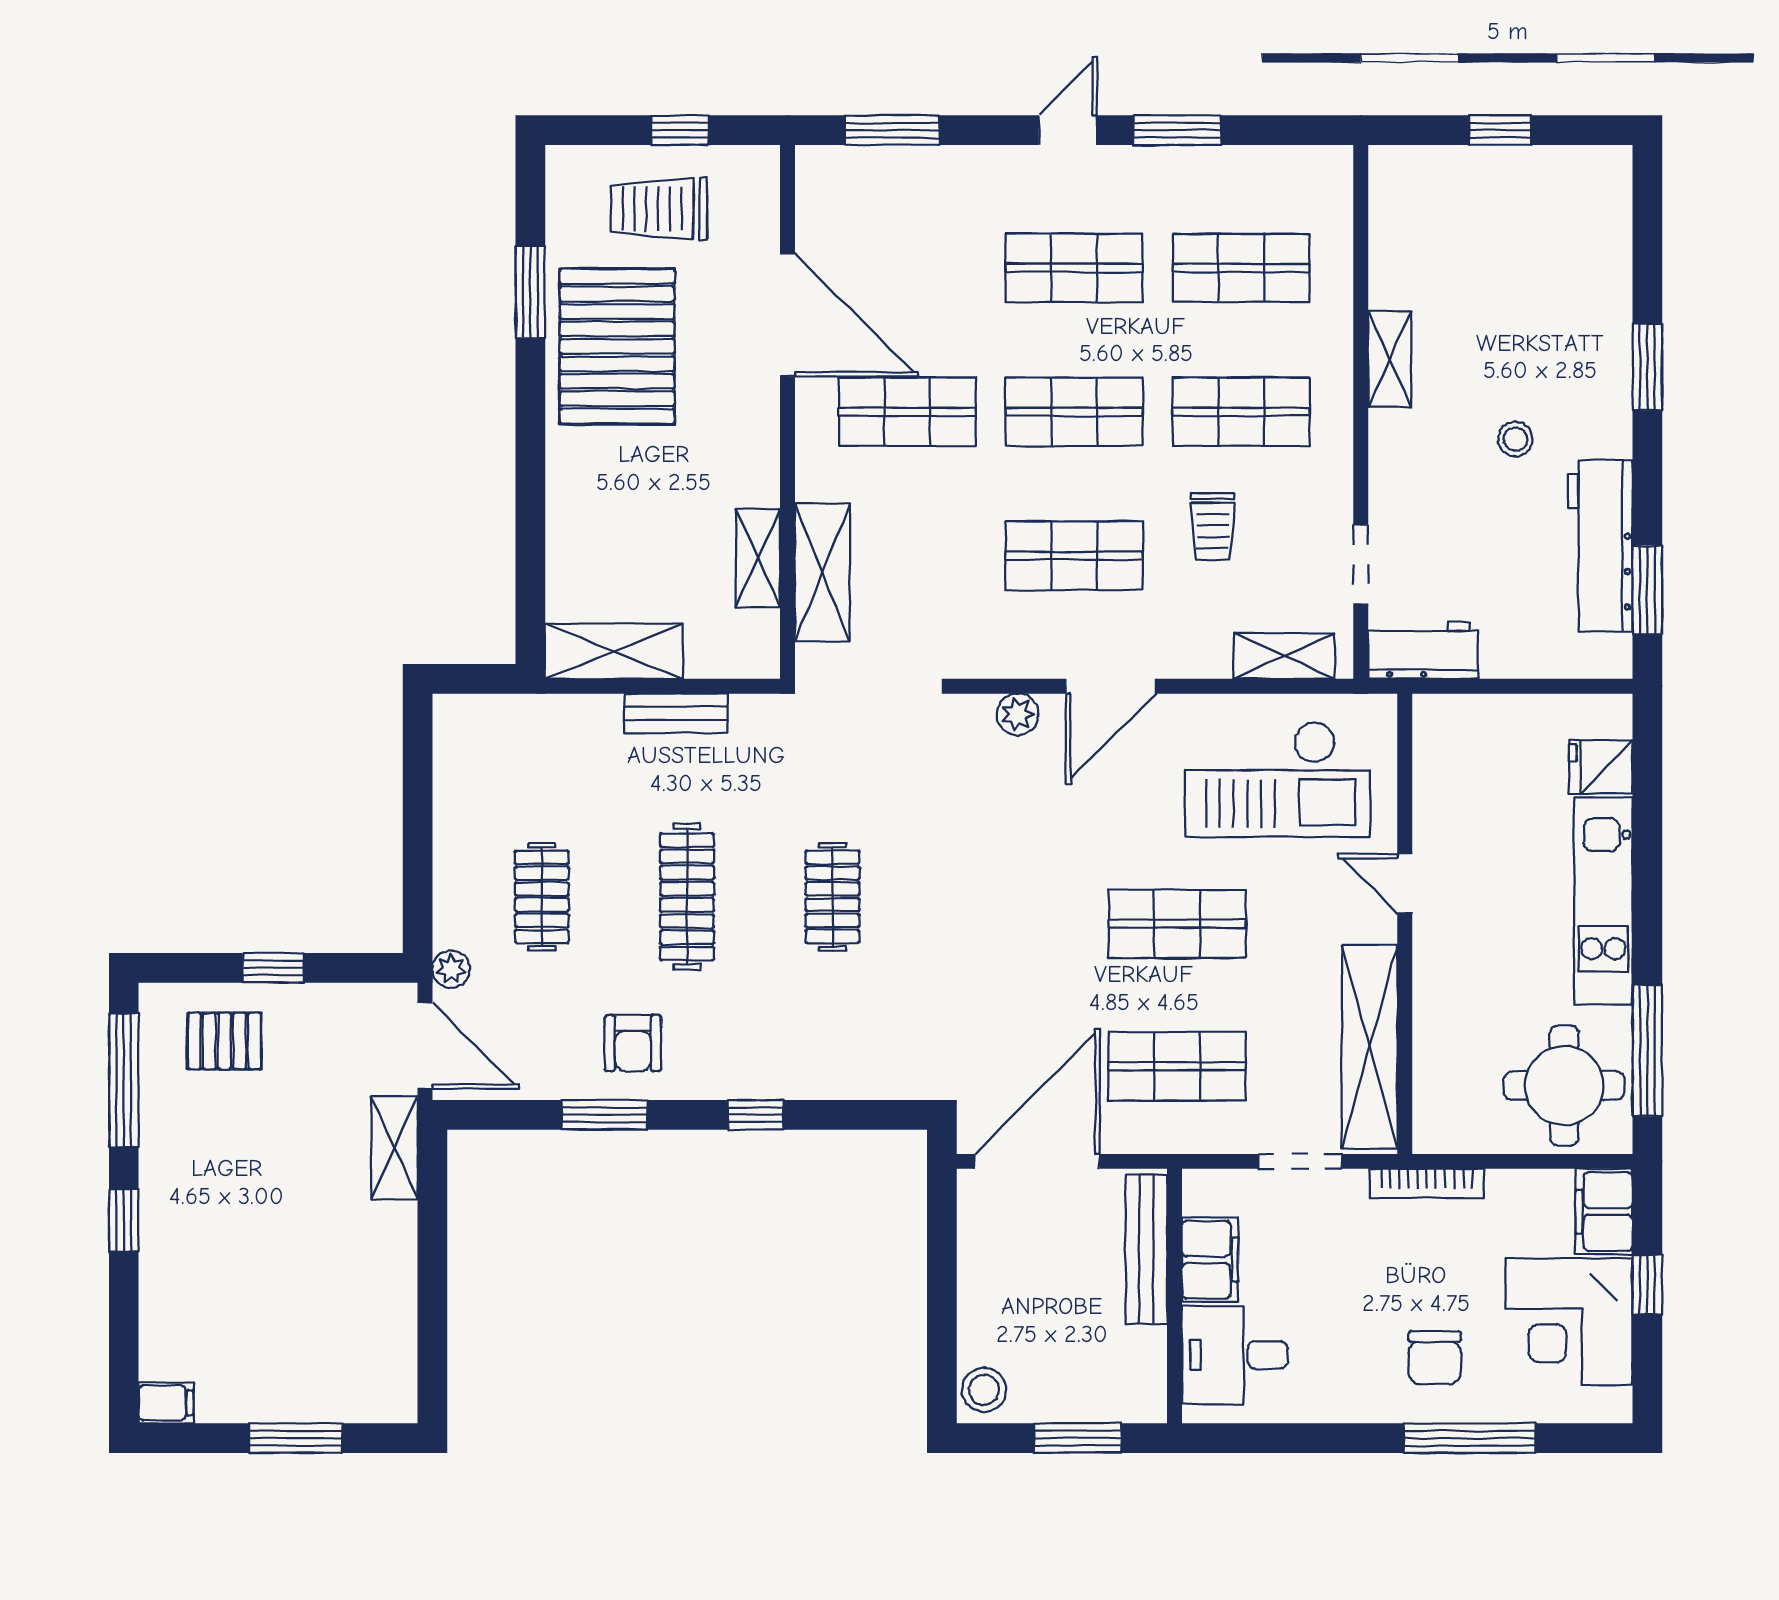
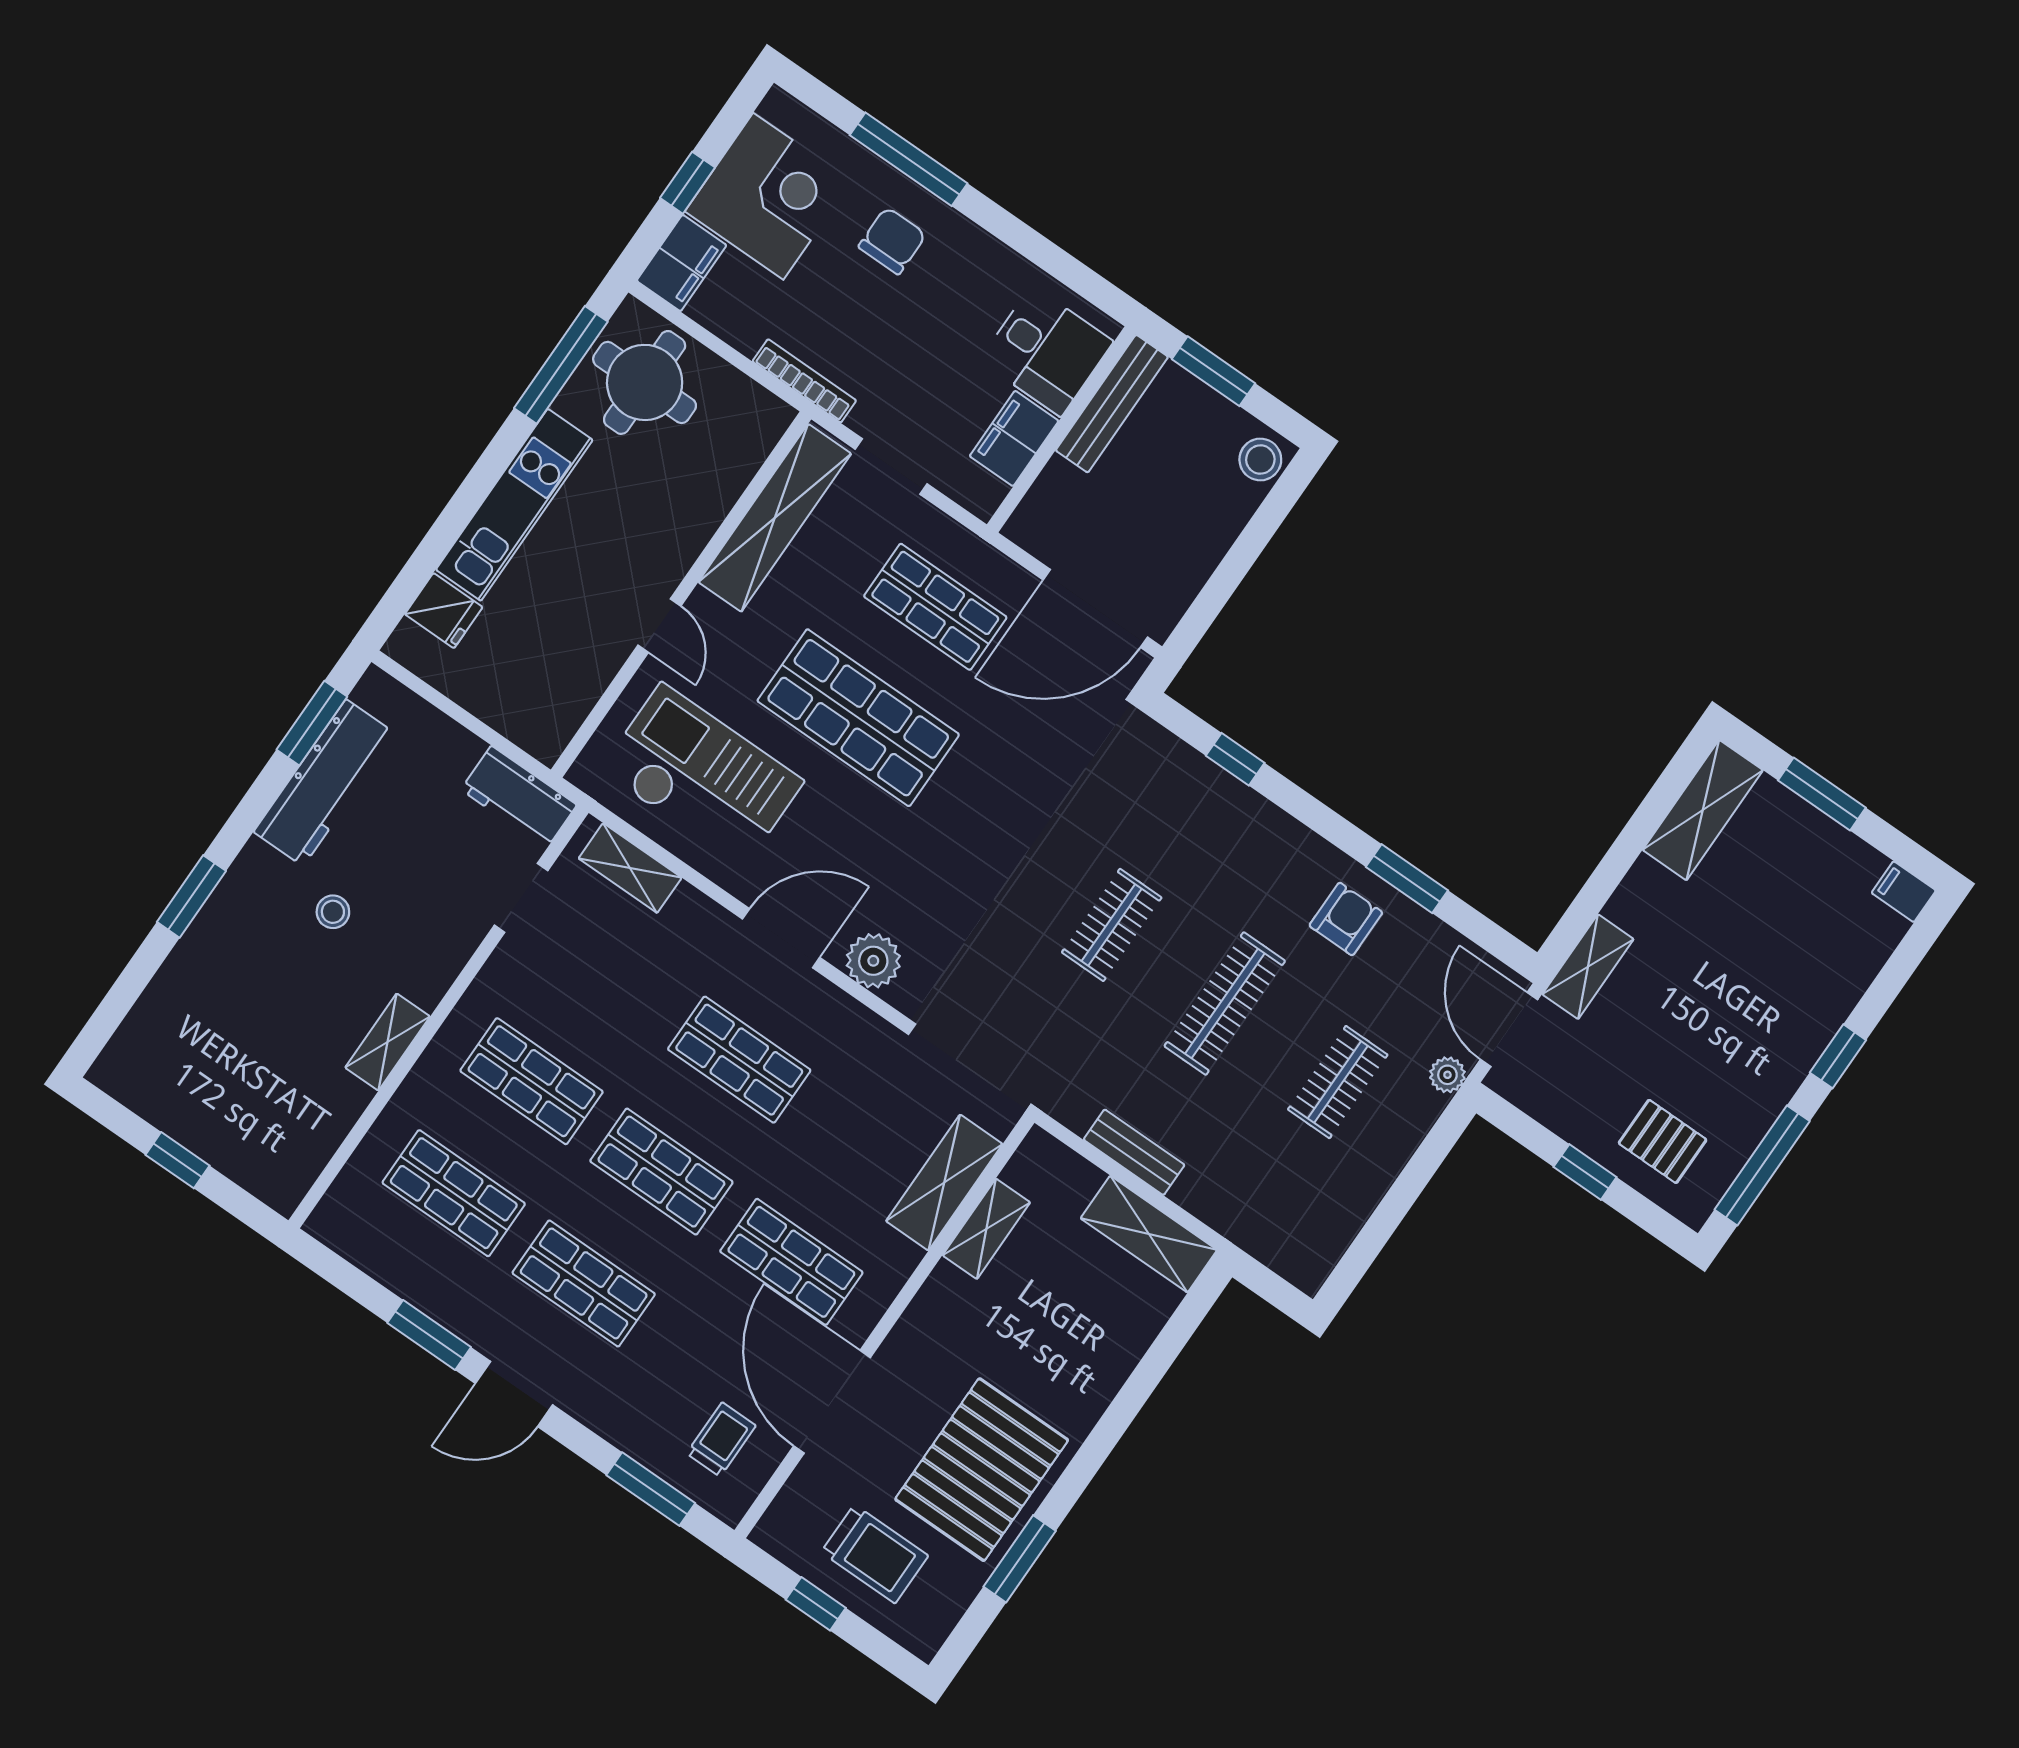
door: (1068, 130) -> (514, 1394), width x1.38
trolley: (1213, 527) -> (721, 1439), moved
plant: (1017, 714) -> (873, 961), width x1.38, depth x1.38
shop shelf: (1177, 924) -> (858, 718), width x1.43, depth x1.36
window: (756, 1115) -> (1235, 759), moved
bench: (1146, 1249) -> (1112, 404), moved
shelving: (389, 1353) -> (1703, 810), added

